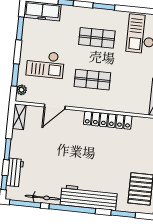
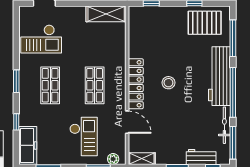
locker: (108, 120) -> (136, 84), moved
stool: (88, 149) -> (168, 83), added
window: (123, 214) -> (233, 38), width x1.44

